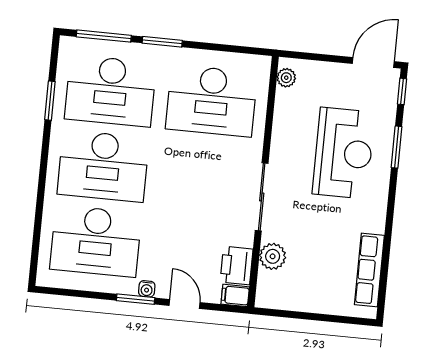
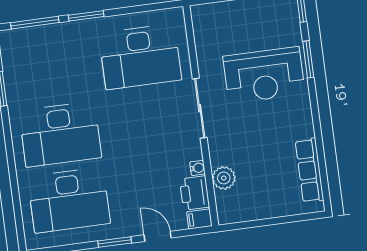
plant: (286, 78) -> (200, 22), removed
desk: (110, 91) -> (52, 68), removed
reception desk: (344, 153) -> (264, 75), turned 90
sliding door: (262, 197) -> (200, 108), moved
water cooler: (147, 289) -> (198, 168), moved, turned -90

